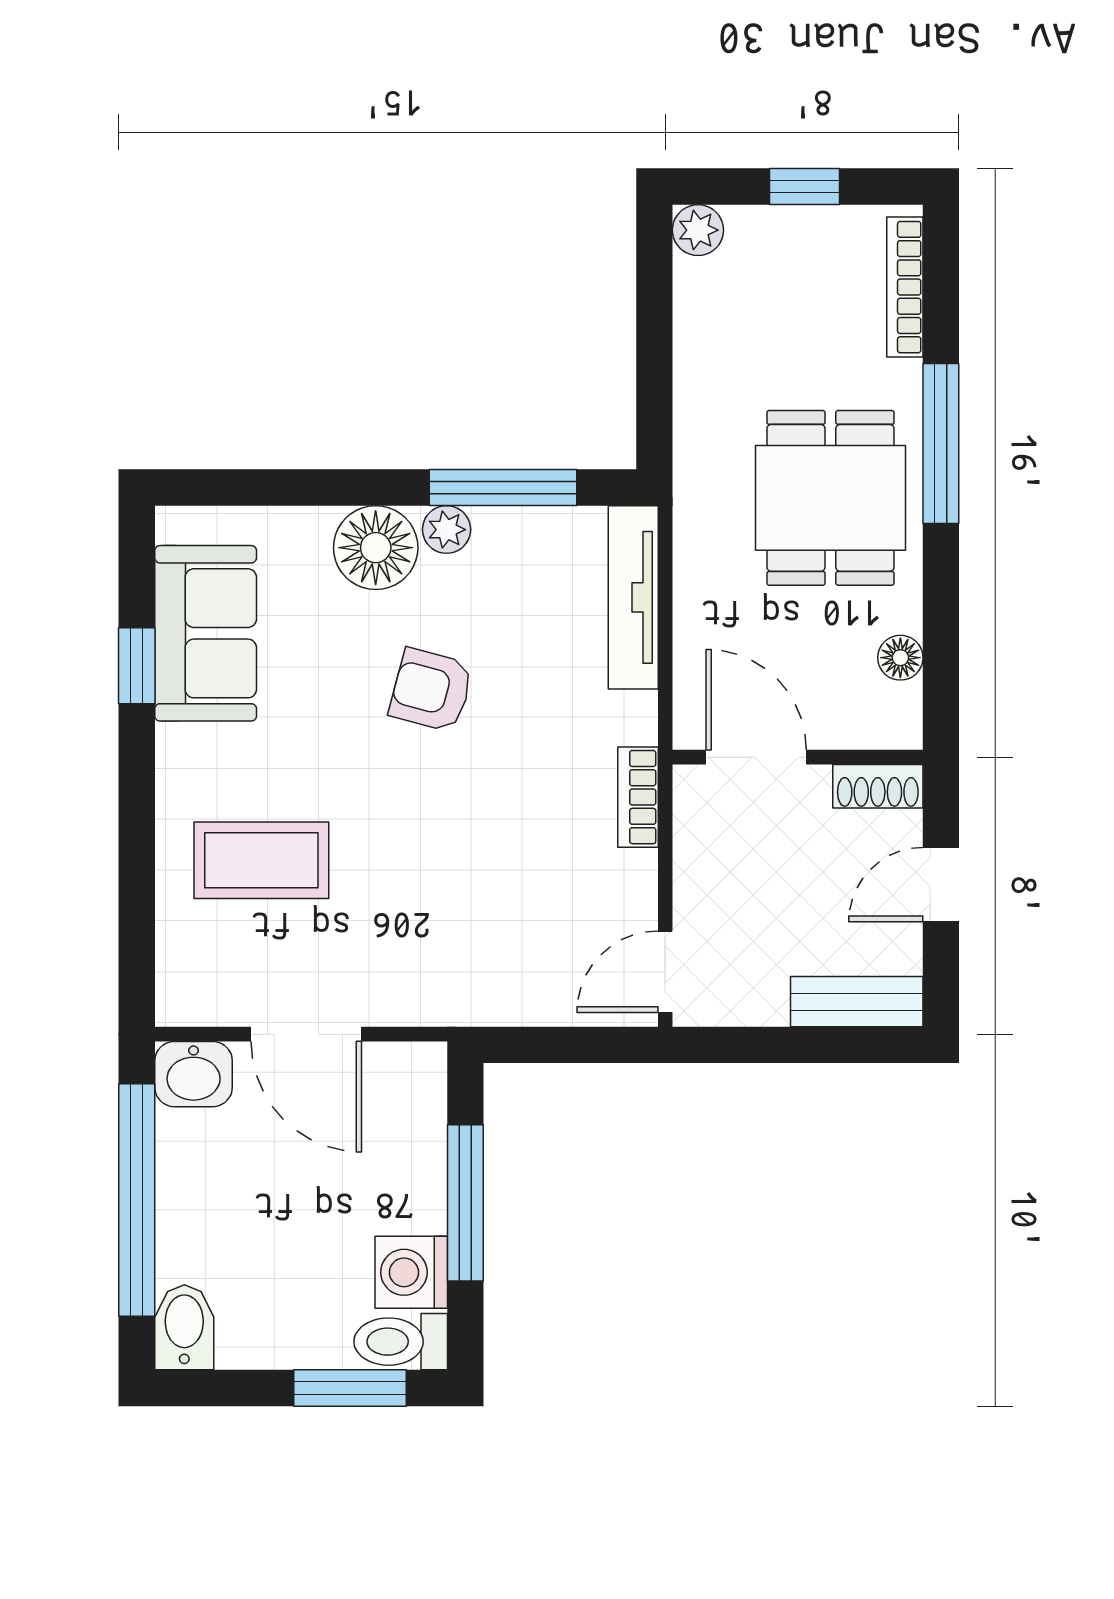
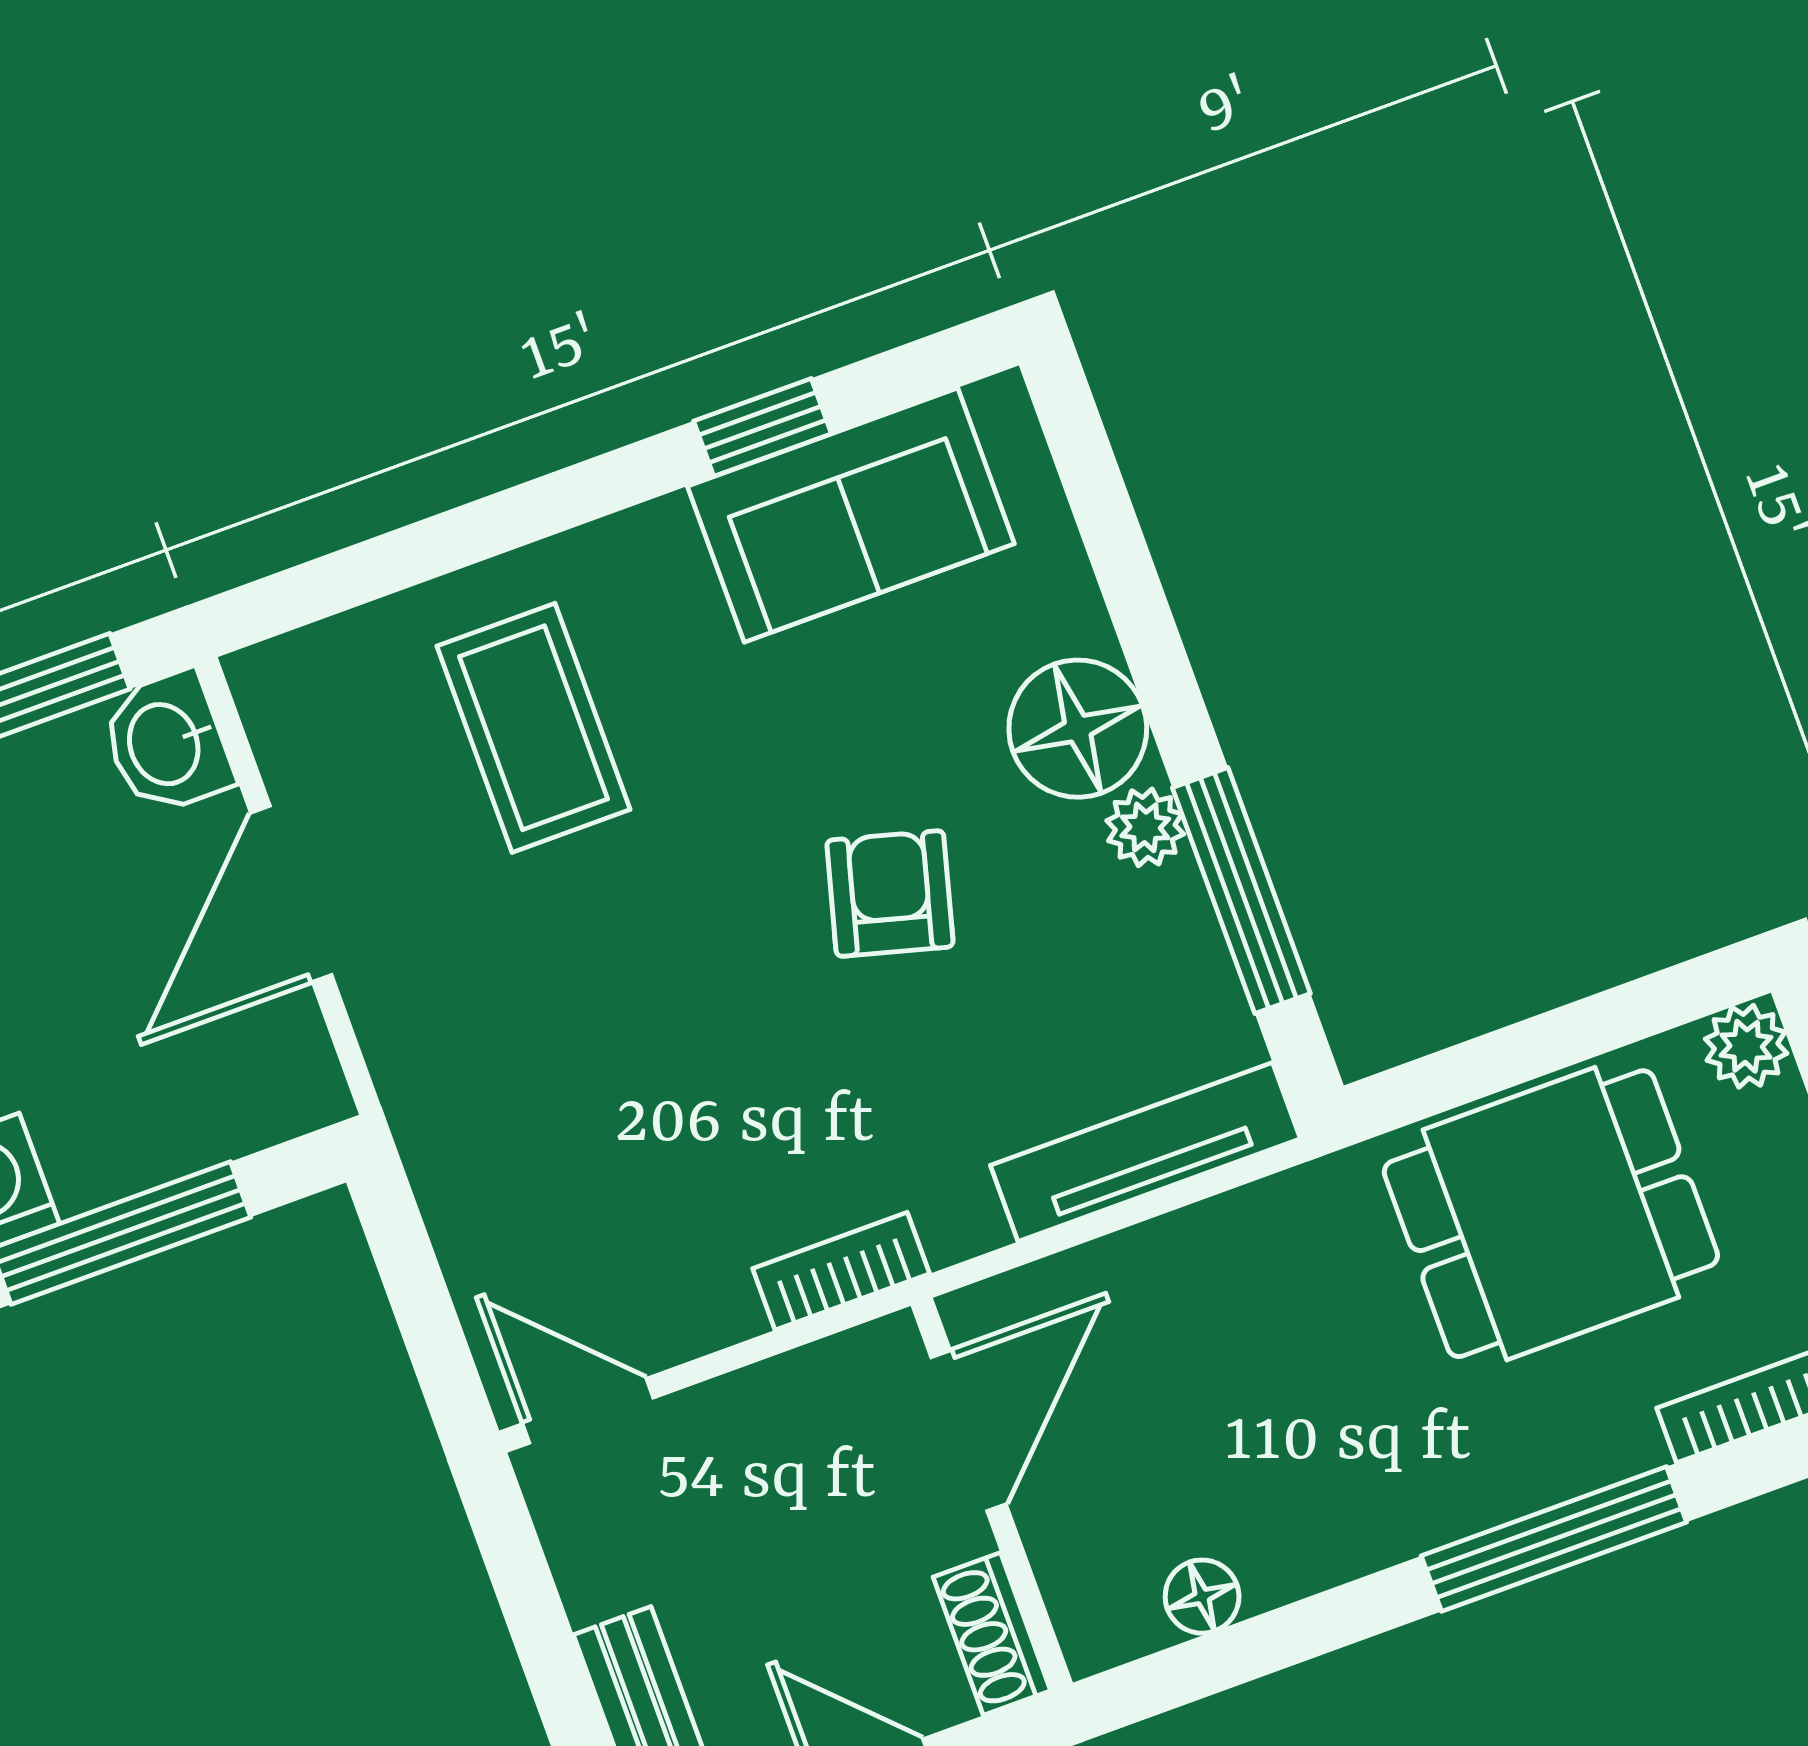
dining table: (830, 498) -> (1551, 1214), moved

